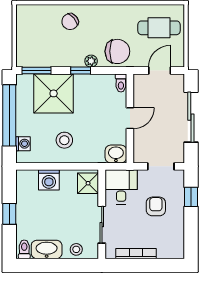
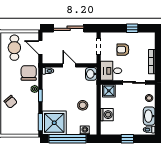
shower: (54, 93) -> (54, 123), moved
window: (191, 197) -> (132, 28), moved

